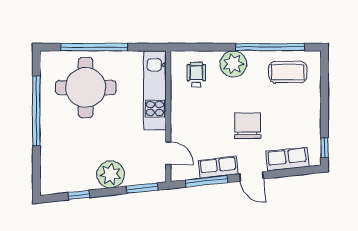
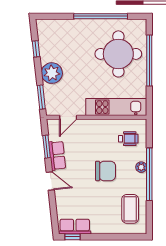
window: (270, 47) -> (149, 174), moved
plant: (233, 64) -> (141, 167), width x0.53, depth x0.53
chair: (248, 126) -> (105, 171), moved
row of seats: (287, 159) -> (75, 227), moved, turned -84
door: (251, 176) -> (50, 181), swing flipped
window: (207, 181) -> (47, 147), width x0.69

